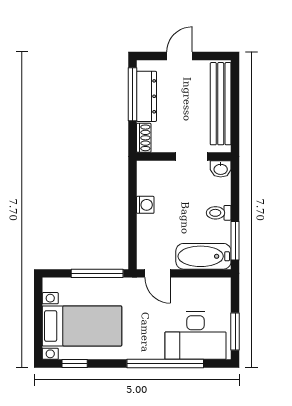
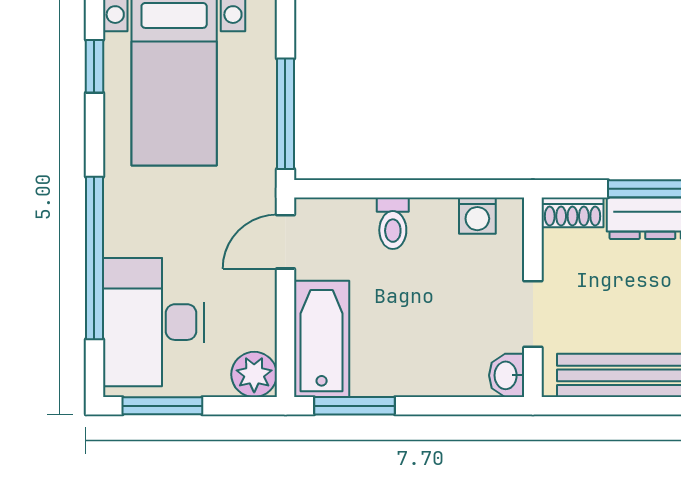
washing machine: (145, 205) -> (477, 216), moved
toilet: (219, 213) -> (393, 223), moved, turned 180
plant: (220, 288) -> (254, 374), added

